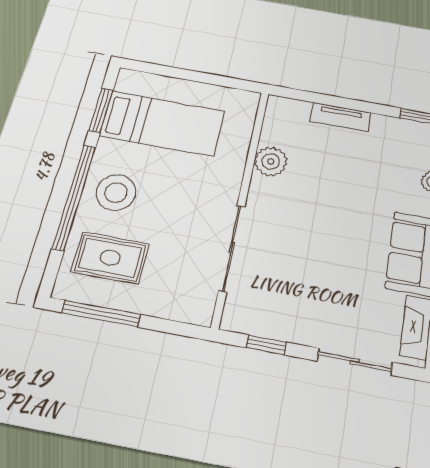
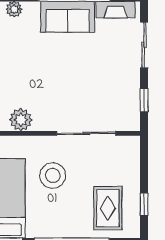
stool: (116, 192) -> (53, 175), moved
window: (101, 314) -> (144, 204), width x0.46

